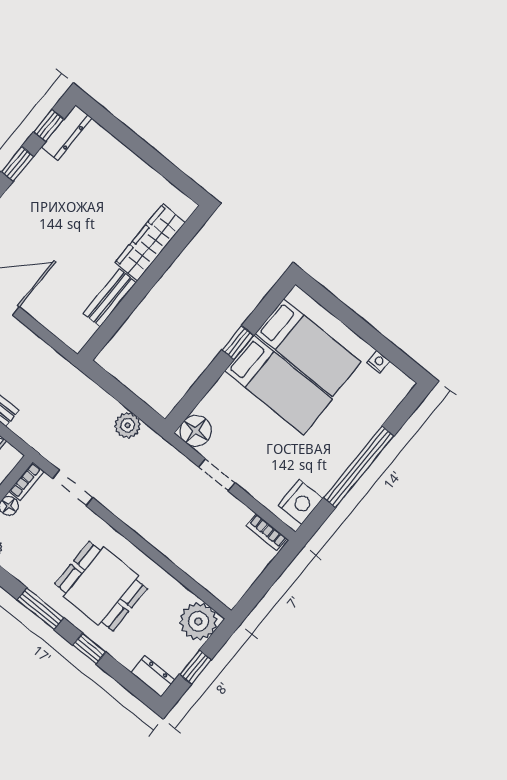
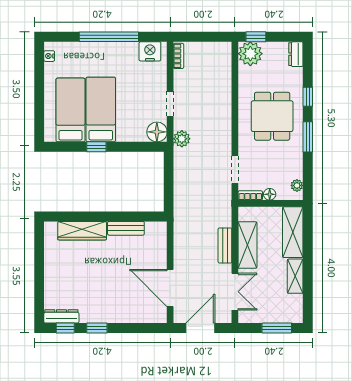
nightstand: (378, 362) -> (49, 56), moved
plant: (128, 425) -> (182, 139), moved
window: (195, 667) -> (256, 37), moved

